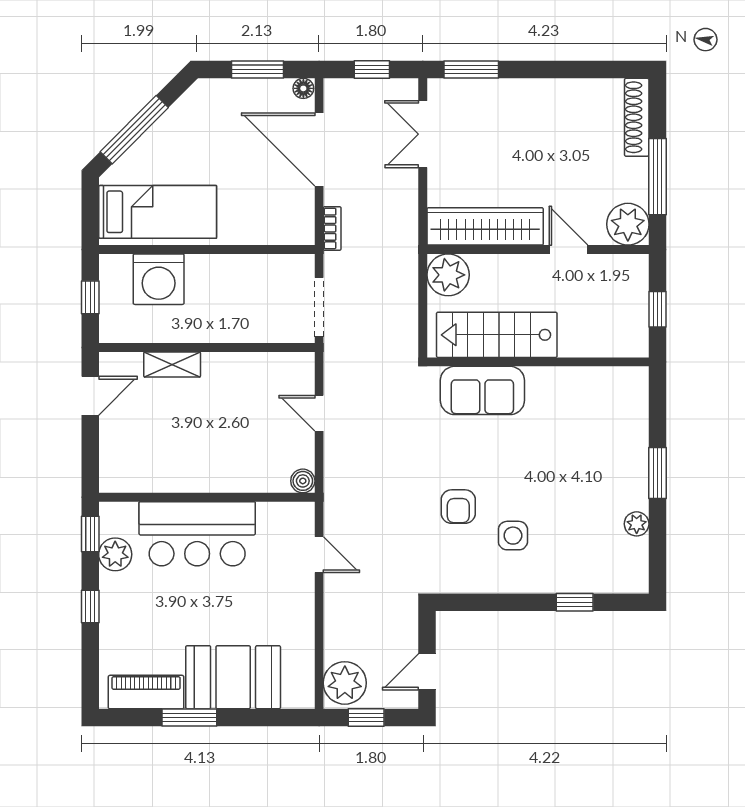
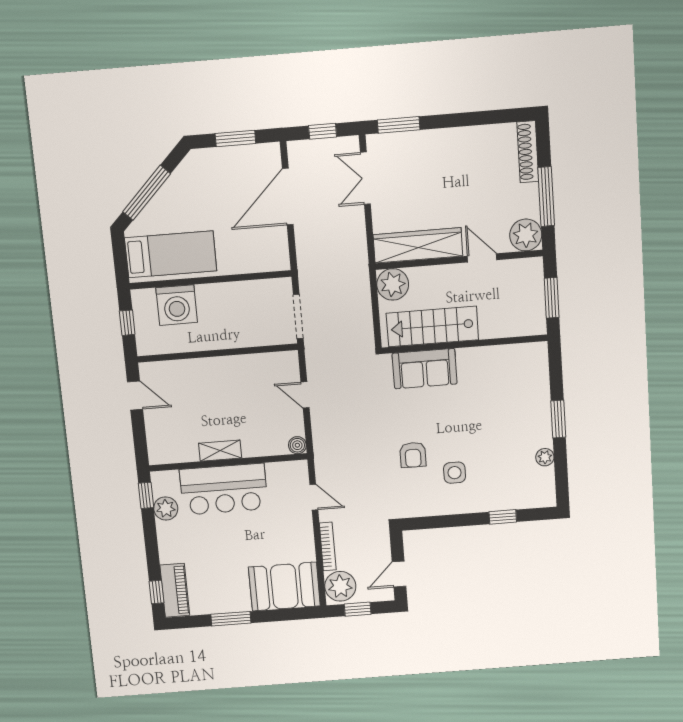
floor lamp: (303, 88) -> (272, 150), removed
door: (319, 149) -> (288, 197), hinge flipped
bookcase: (332, 228) -> (328, 546), moved, width x1.56
window: (657, 309) -> (552, 298), width x1.50
shelving: (172, 364) -> (220, 451), moved
door: (90, 396) -> (135, 395), hinge flipped
window: (90, 607) -> (157, 592), moved
booth: (233, 677) -> (284, 587), moved
piano: (146, 692) -> (175, 590), moved, turned 90

